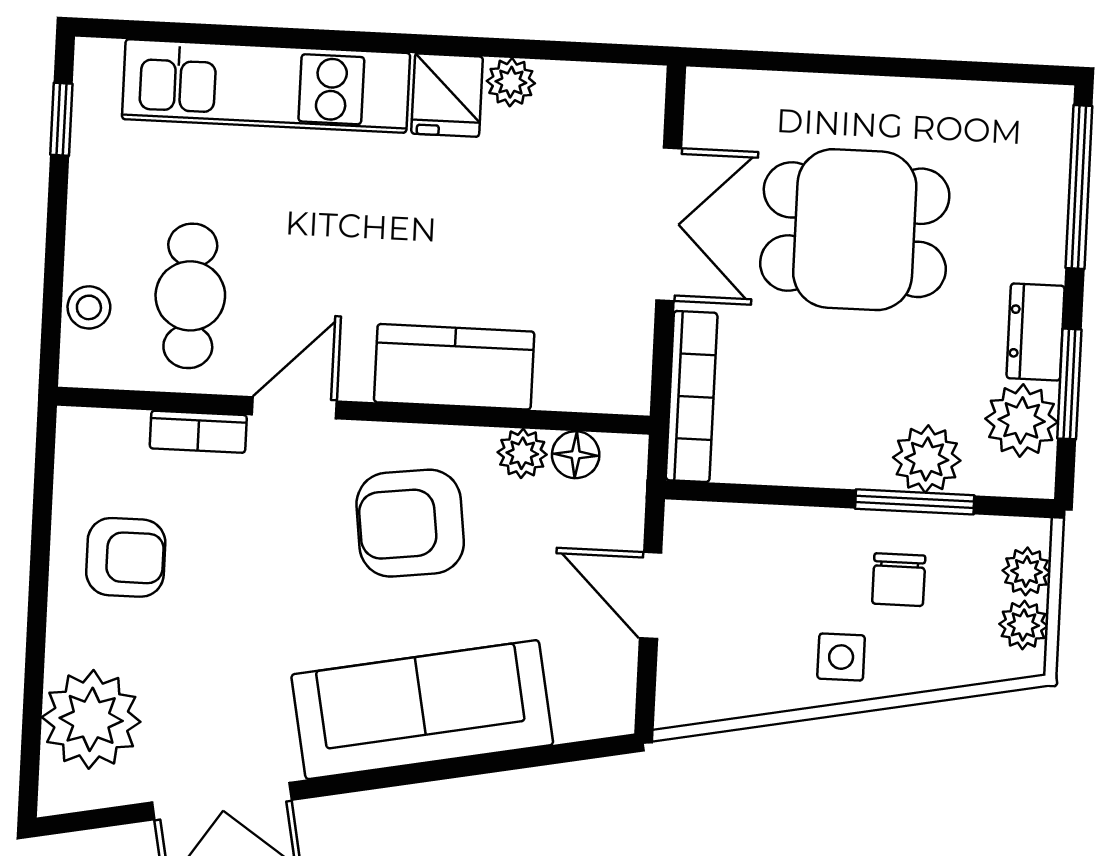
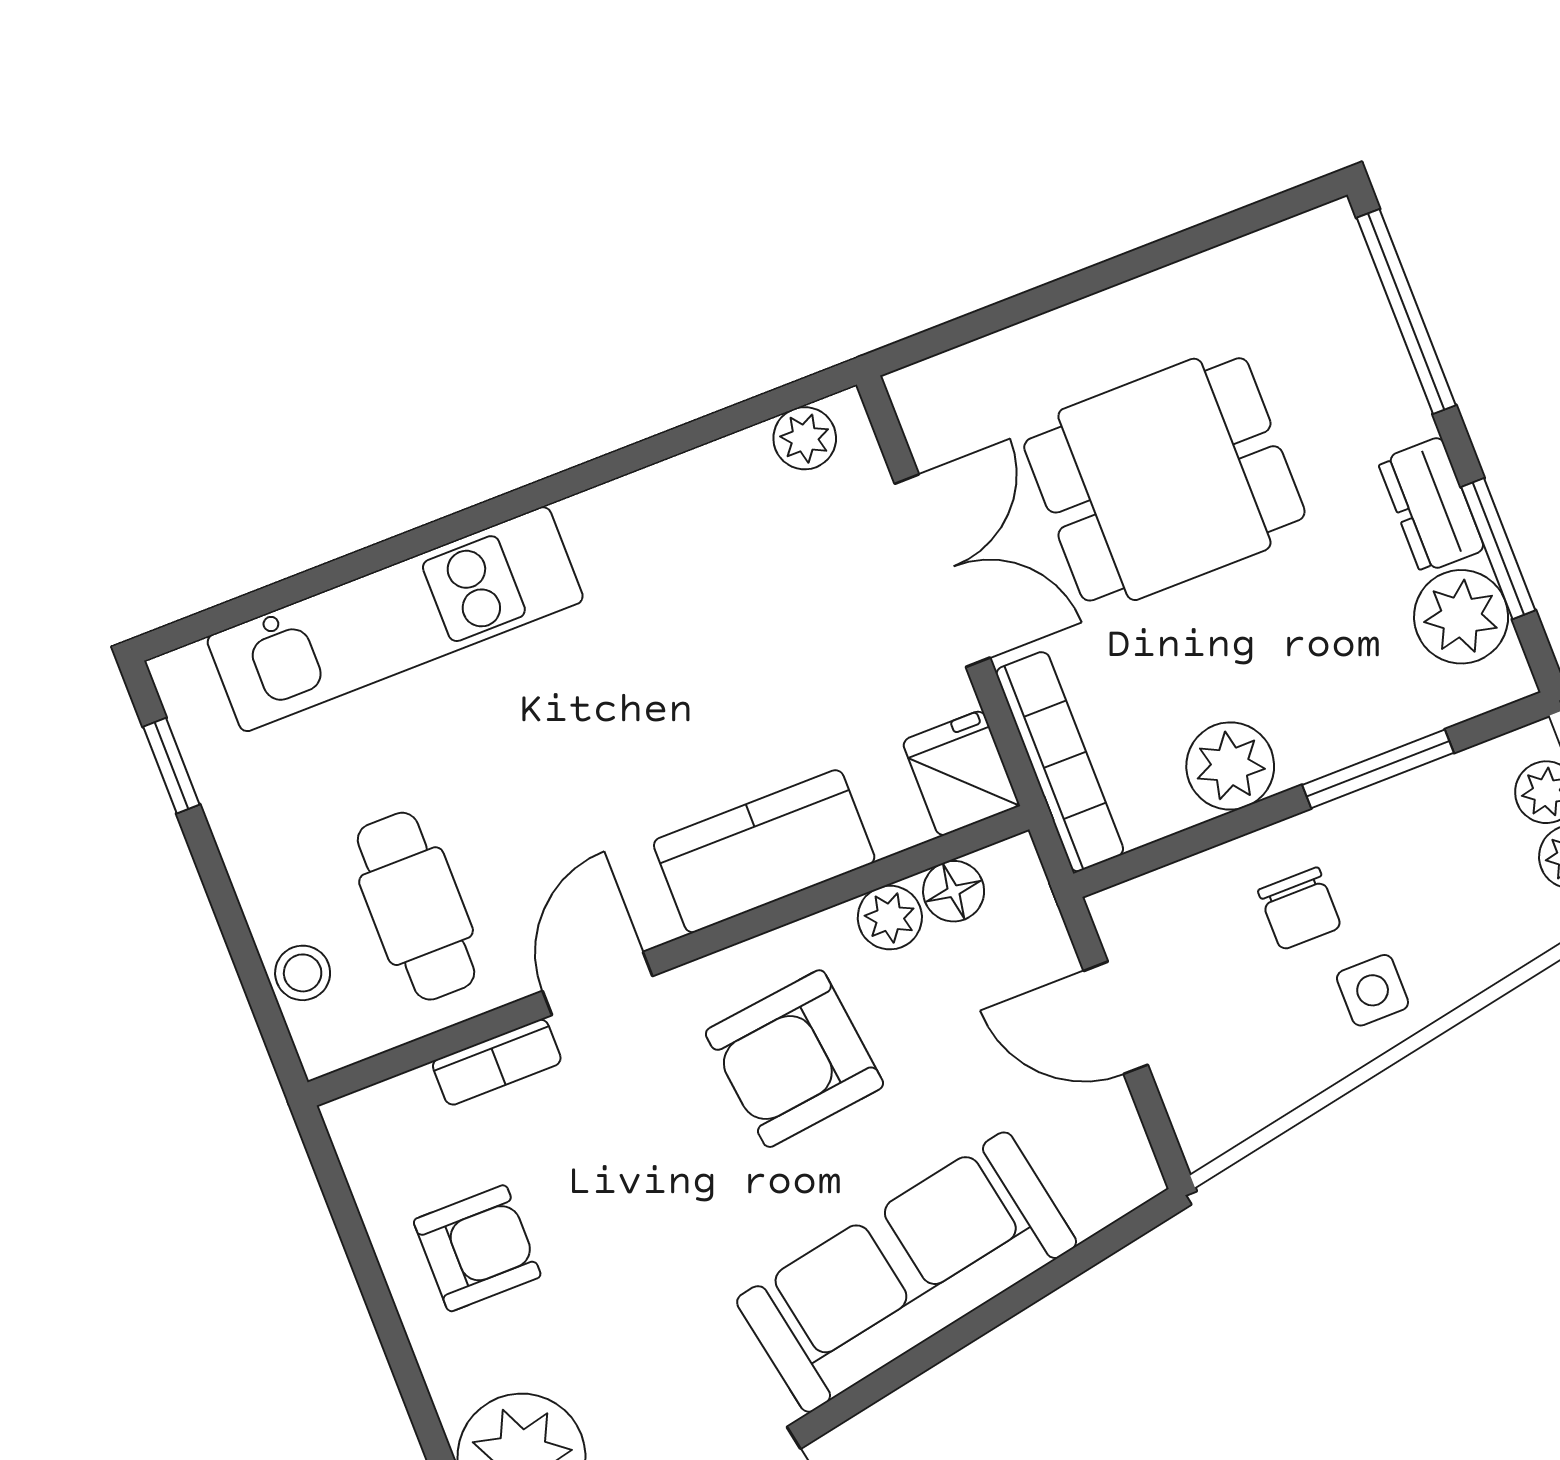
plant: (511, 82) -> (805, 438), moved
fridge: (447, 95) -> (961, 773), moved, turned 180
plant: (927, 459) -> (1230, 766), moved
chair: (899, 580) -> (1300, 909), moved

